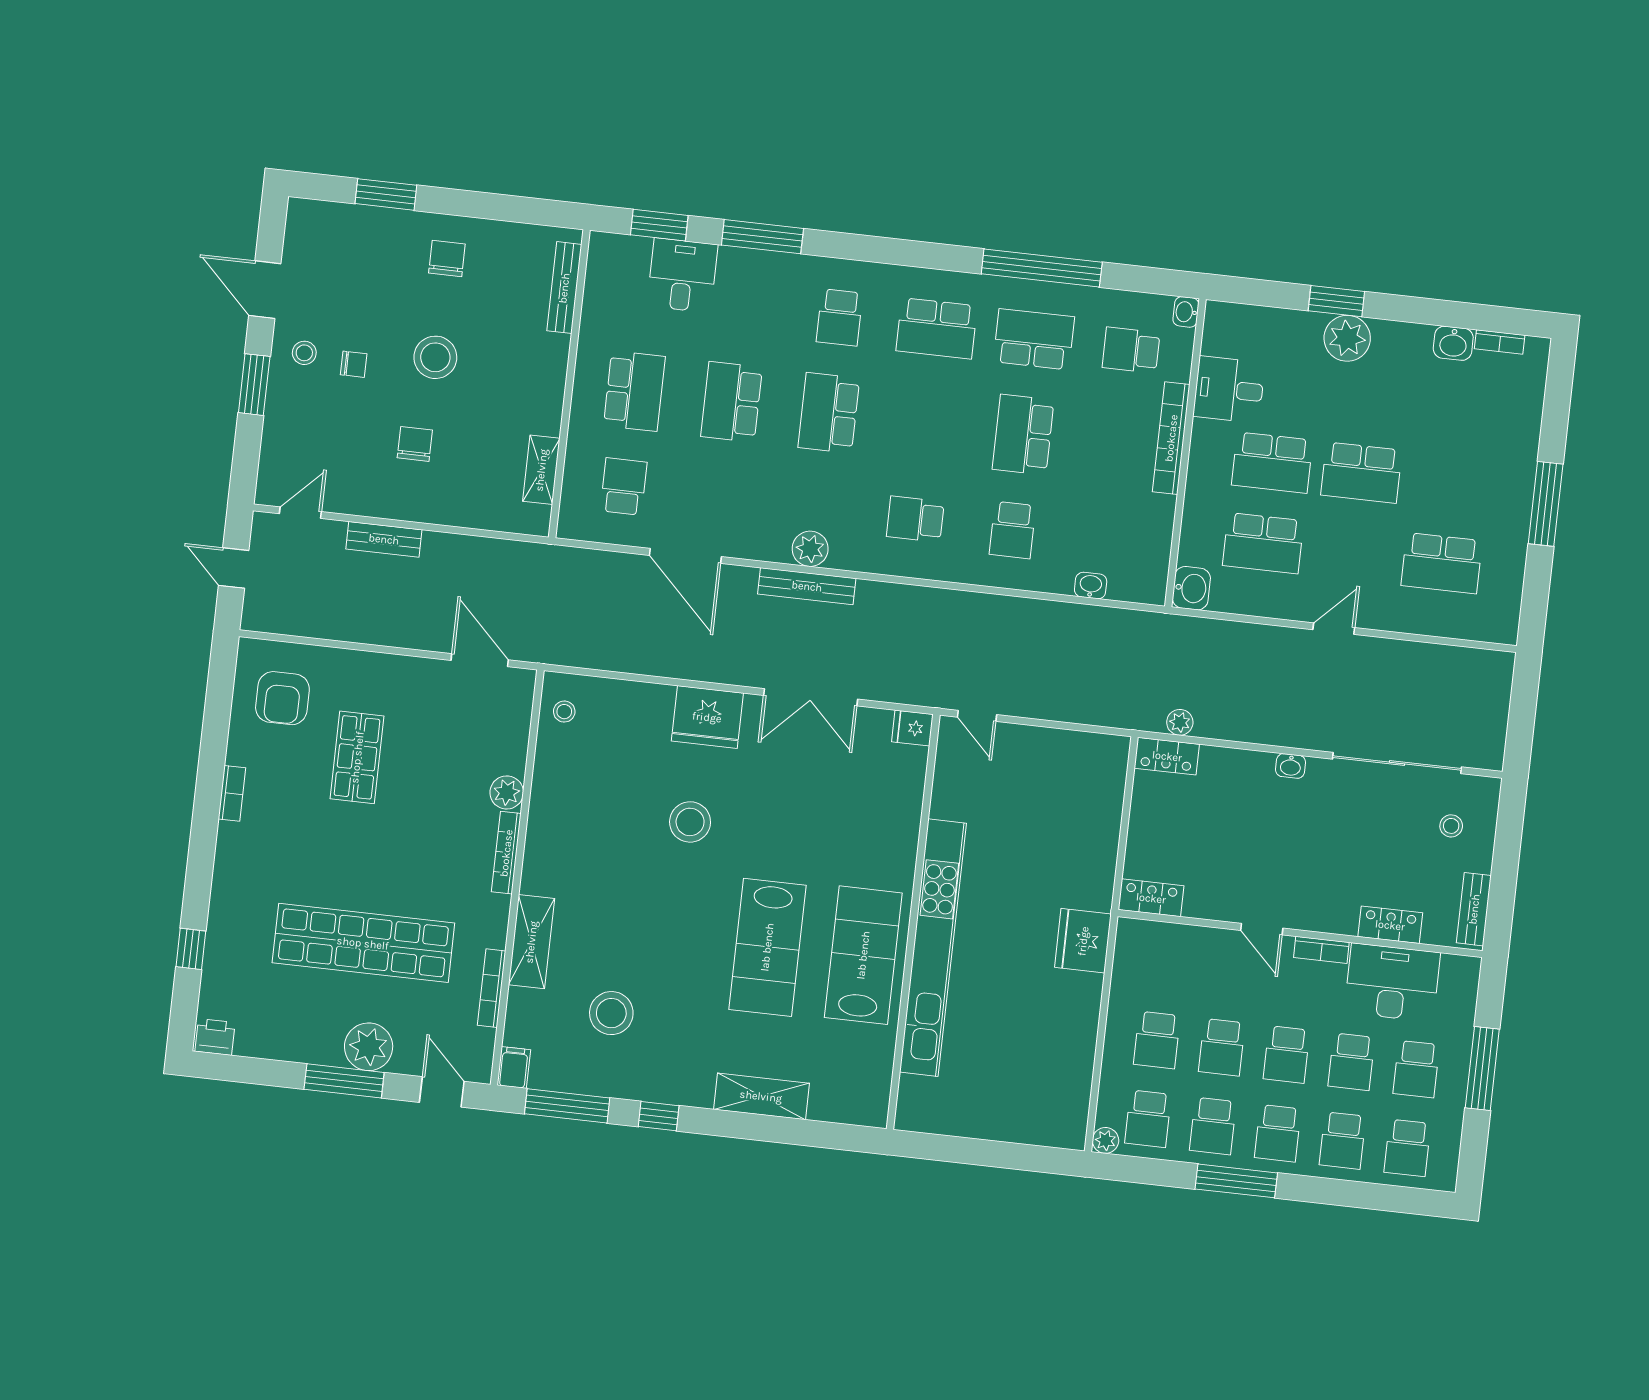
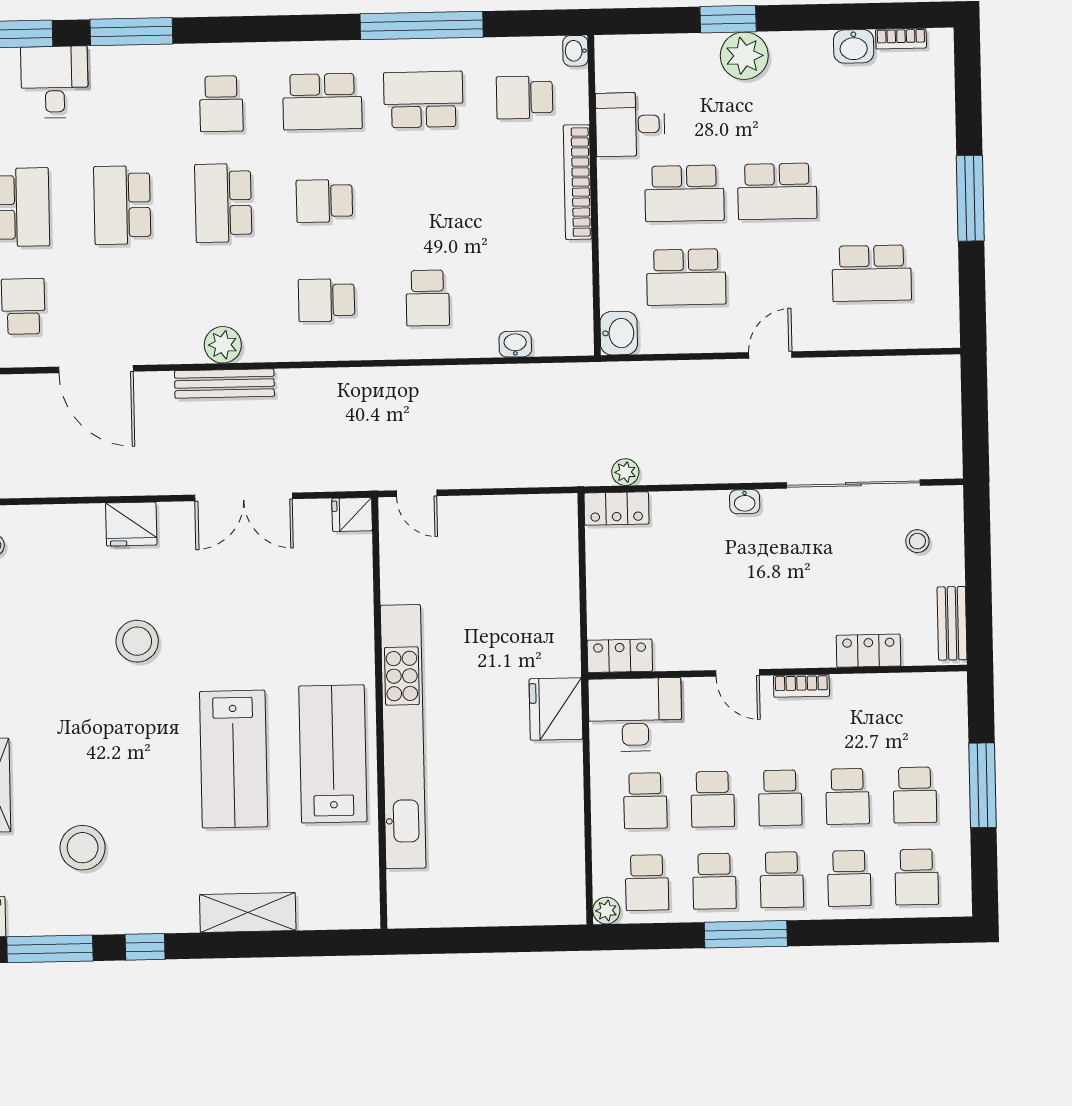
school desk: (1023, 435) -> (324, 201), moved, width x0.54
fridge: (707, 717) -> (131, 524), width x0.73, depth x0.75
desk: (1392, 982) -> (635, 715), moved

